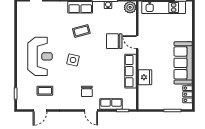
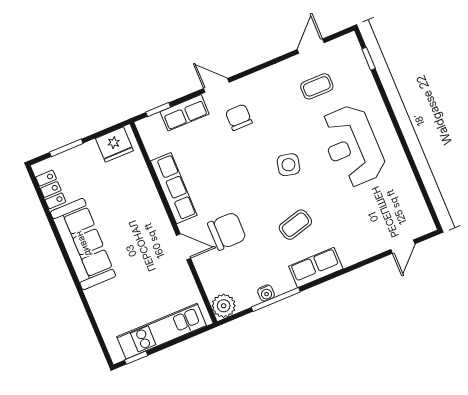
fridge: (145, 77) -> (114, 145), moved, turned -90

